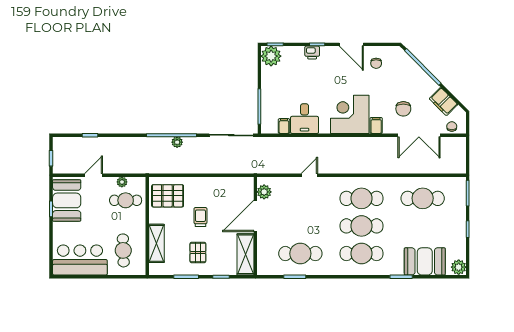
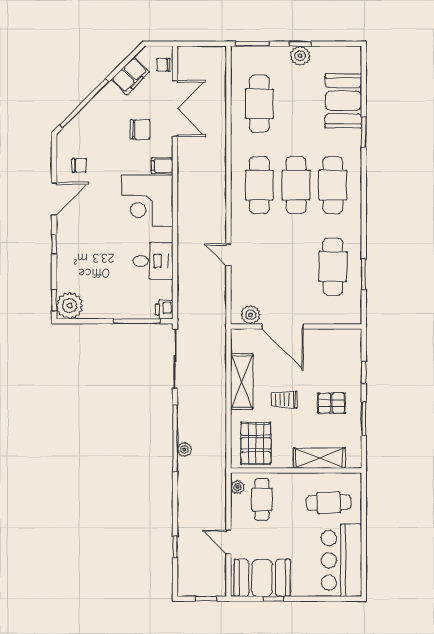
printer: (312, 53) -> (164, 309), moved, turned 180
filing cabinet: (284, 126) -> (163, 288), removed
plant: (177, 142) -> (184, 449), moved
plant: (122, 182) -> (237, 487), moved
shelving: (245, 254) -> (242, 382), moved, turned 90
plant: (459, 267) -> (300, 56), moved

